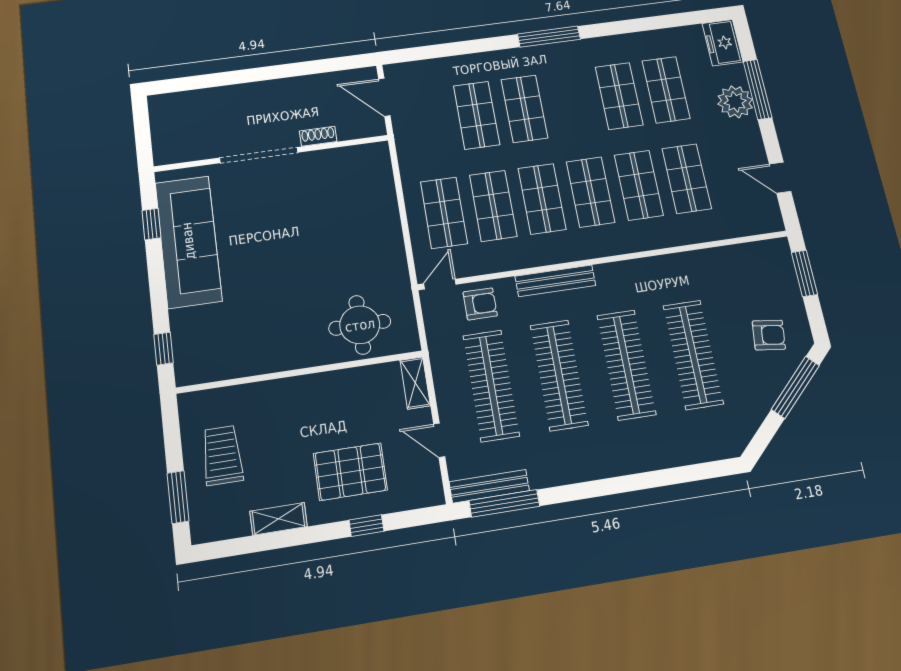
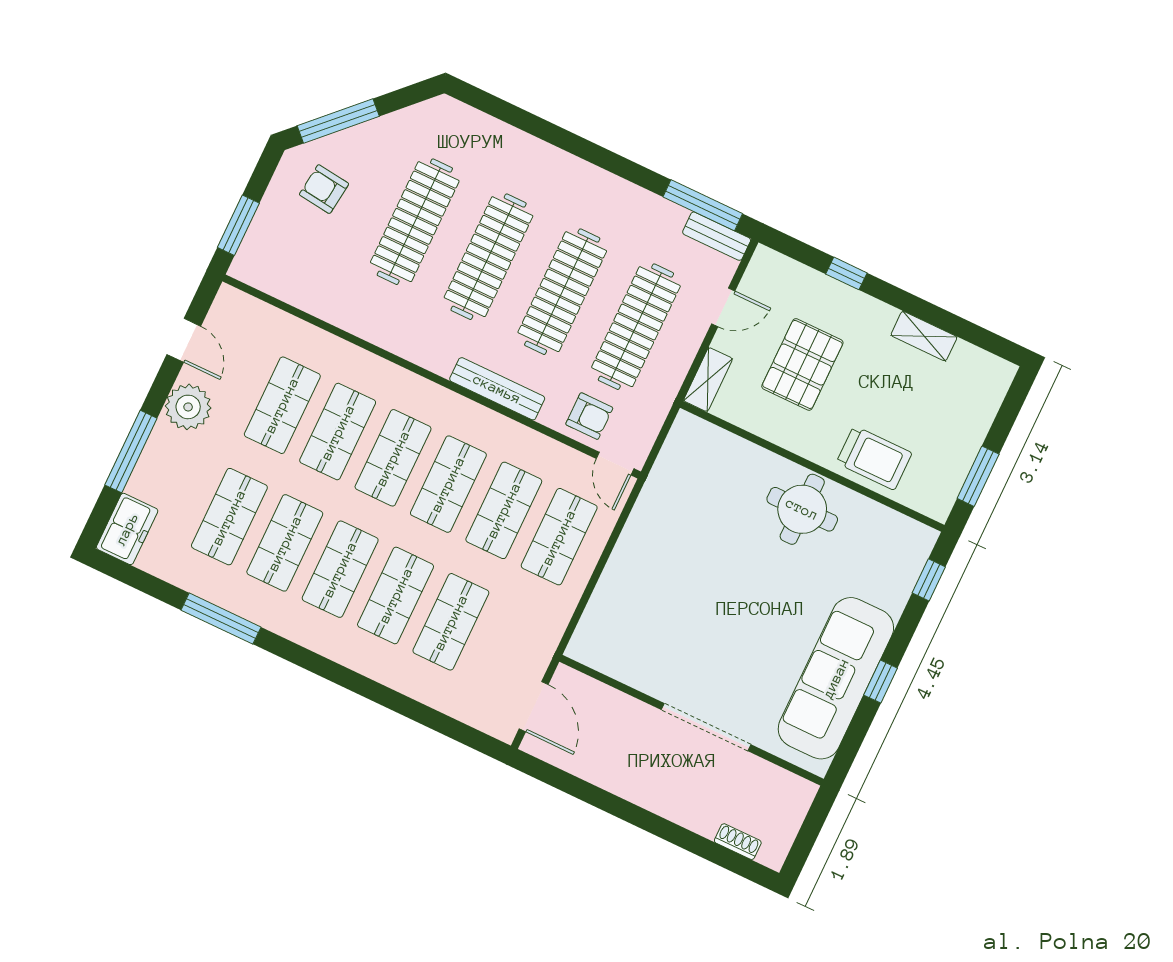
window: (549, 37) -> (221, 619), moved
shop shelf: (572, 102) -> (340, 569), added
plant: (735, 102) -> (188, 407), moved
shoe rack: (318, 136) -> (738, 842), moved, turned 180
window: (151, 224) -> (881, 682), moved
door: (440, 284) -> (615, 464), hinge flipped
armchair: (480, 304) -> (589, 416), turned 180
round table: (360, 325) -> (802, 509), moved
door: (439, 440) -> (723, 307), hinge flipped
trolley: (222, 455) -> (874, 458), moved, turned -90
pallet: (350, 472) -> (802, 364), moved, turned 90
bench: (489, 486) -> (717, 236), width x0.73
window: (178, 497) -> (978, 476), moved

